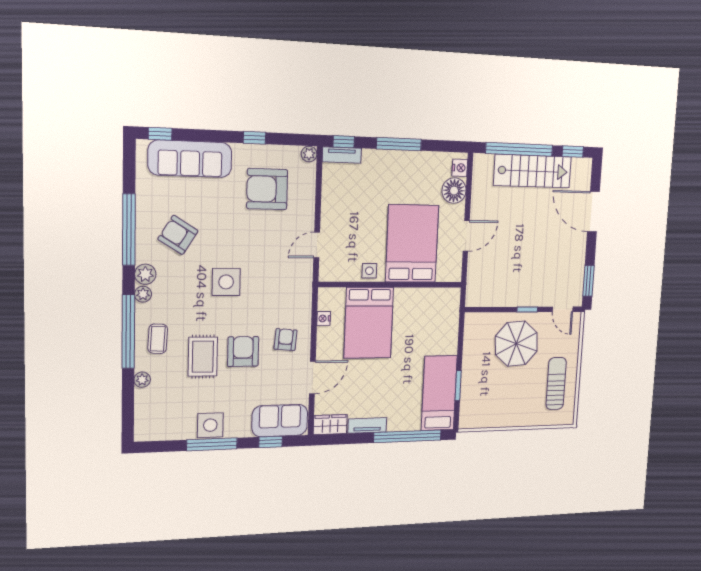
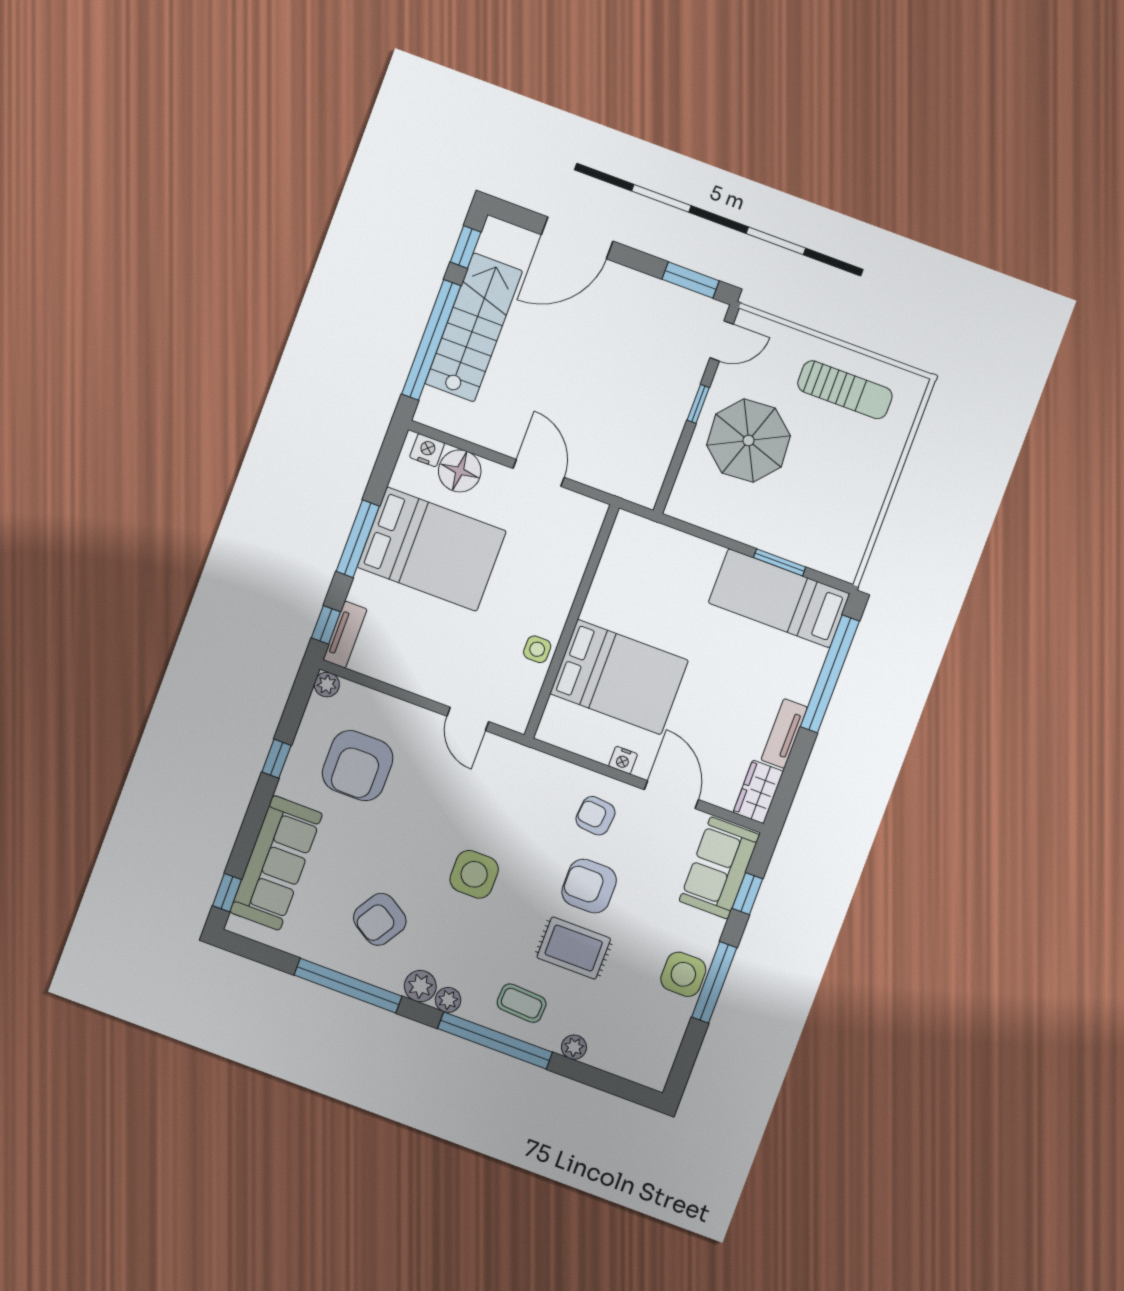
bed: (412, 244) -> (432, 549), moved, turned 180
nightstand: (324, 318) -> (623, 760), moved
sun lounger: (556, 383) -> (845, 390), turned 180

